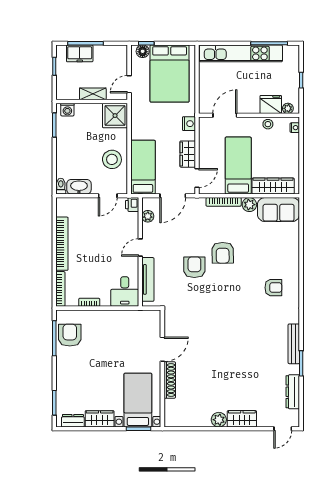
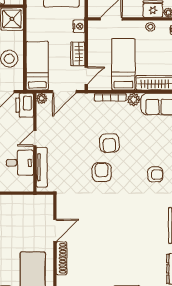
printer: (132, 205) -> (25, 105), width x1.87, depth x1.48
plant: (148, 216) -> (42, 98), moved
armchair: (194, 267) -> (102, 172), moved
desk: (125, 292) -> (20, 163), moved, turned -90

